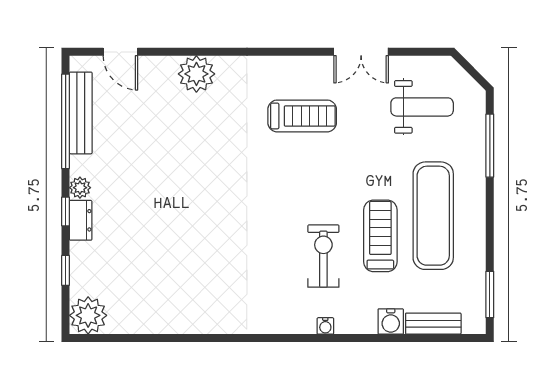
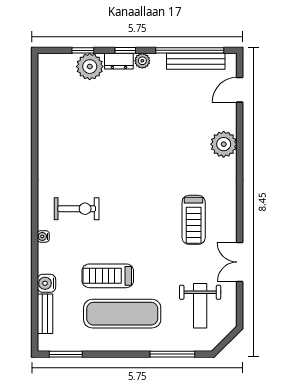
treadmill: (380, 236) -> (108, 276), turned 180
exercise bike: (323, 256) -> (77, 209), moved
plant: (88, 315) -> (90, 67), moved

